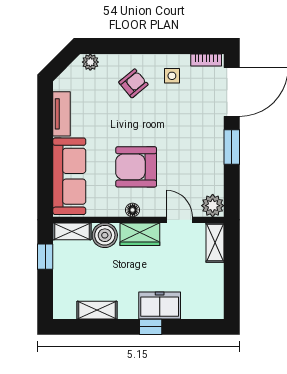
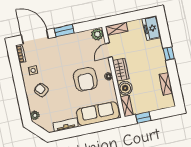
freezer: (160, 305) -> (152, 28), moved

